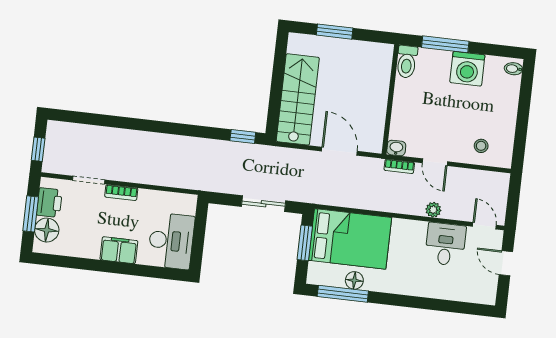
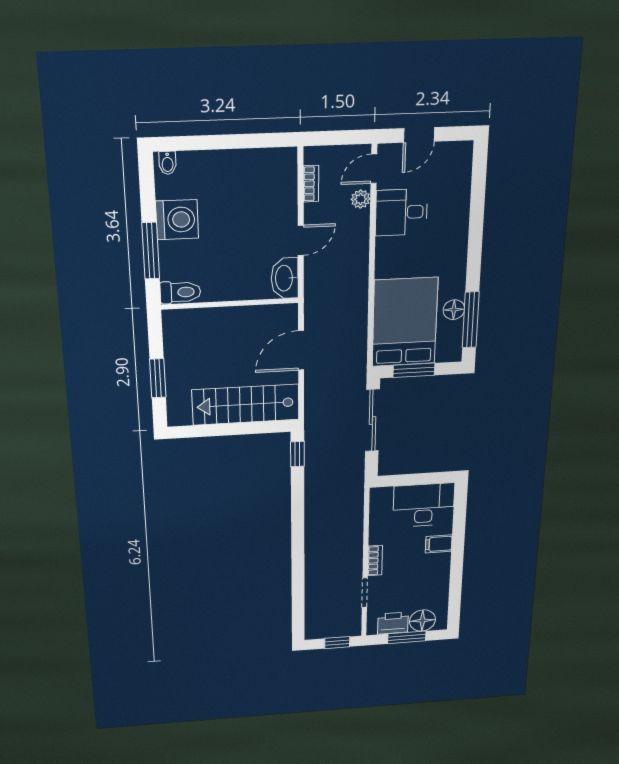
stool: (481, 146) -> (273, 188), removed
washbasin: (396, 148) -> (285, 278), width x1.91, depth x1.45
bookcase: (399, 166) -> (311, 184), moved
sliding door: (264, 204) -> (372, 420), width x1.37
plant: (433, 210) -> (361, 199), moved
filing cabinet: (119, 250) -> (439, 544), width x0.50

